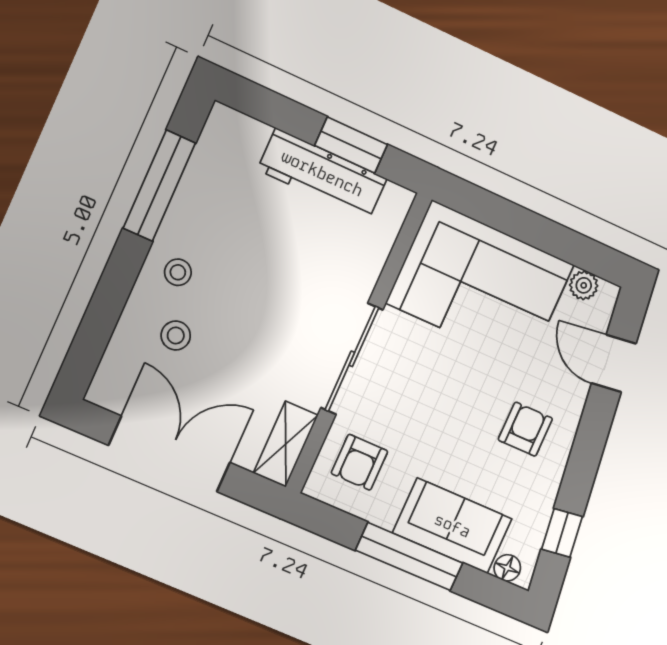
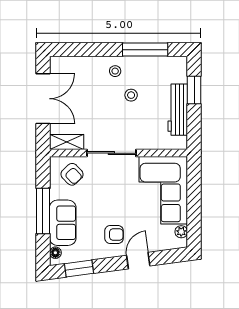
window: (351, 145) -> (194, 90), moved
stool: (176, 335) -> (131, 95), moved
door: (614, 363) -> (138, 261), moved
armchair: (359, 462) -> (72, 174), turned -134
window: (562, 533) -> (79, 269), width x1.50

